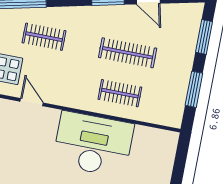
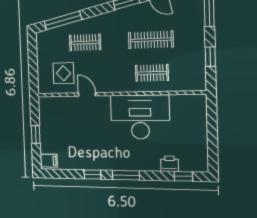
window: (194, 89) -> (210, 57), width x0.67

